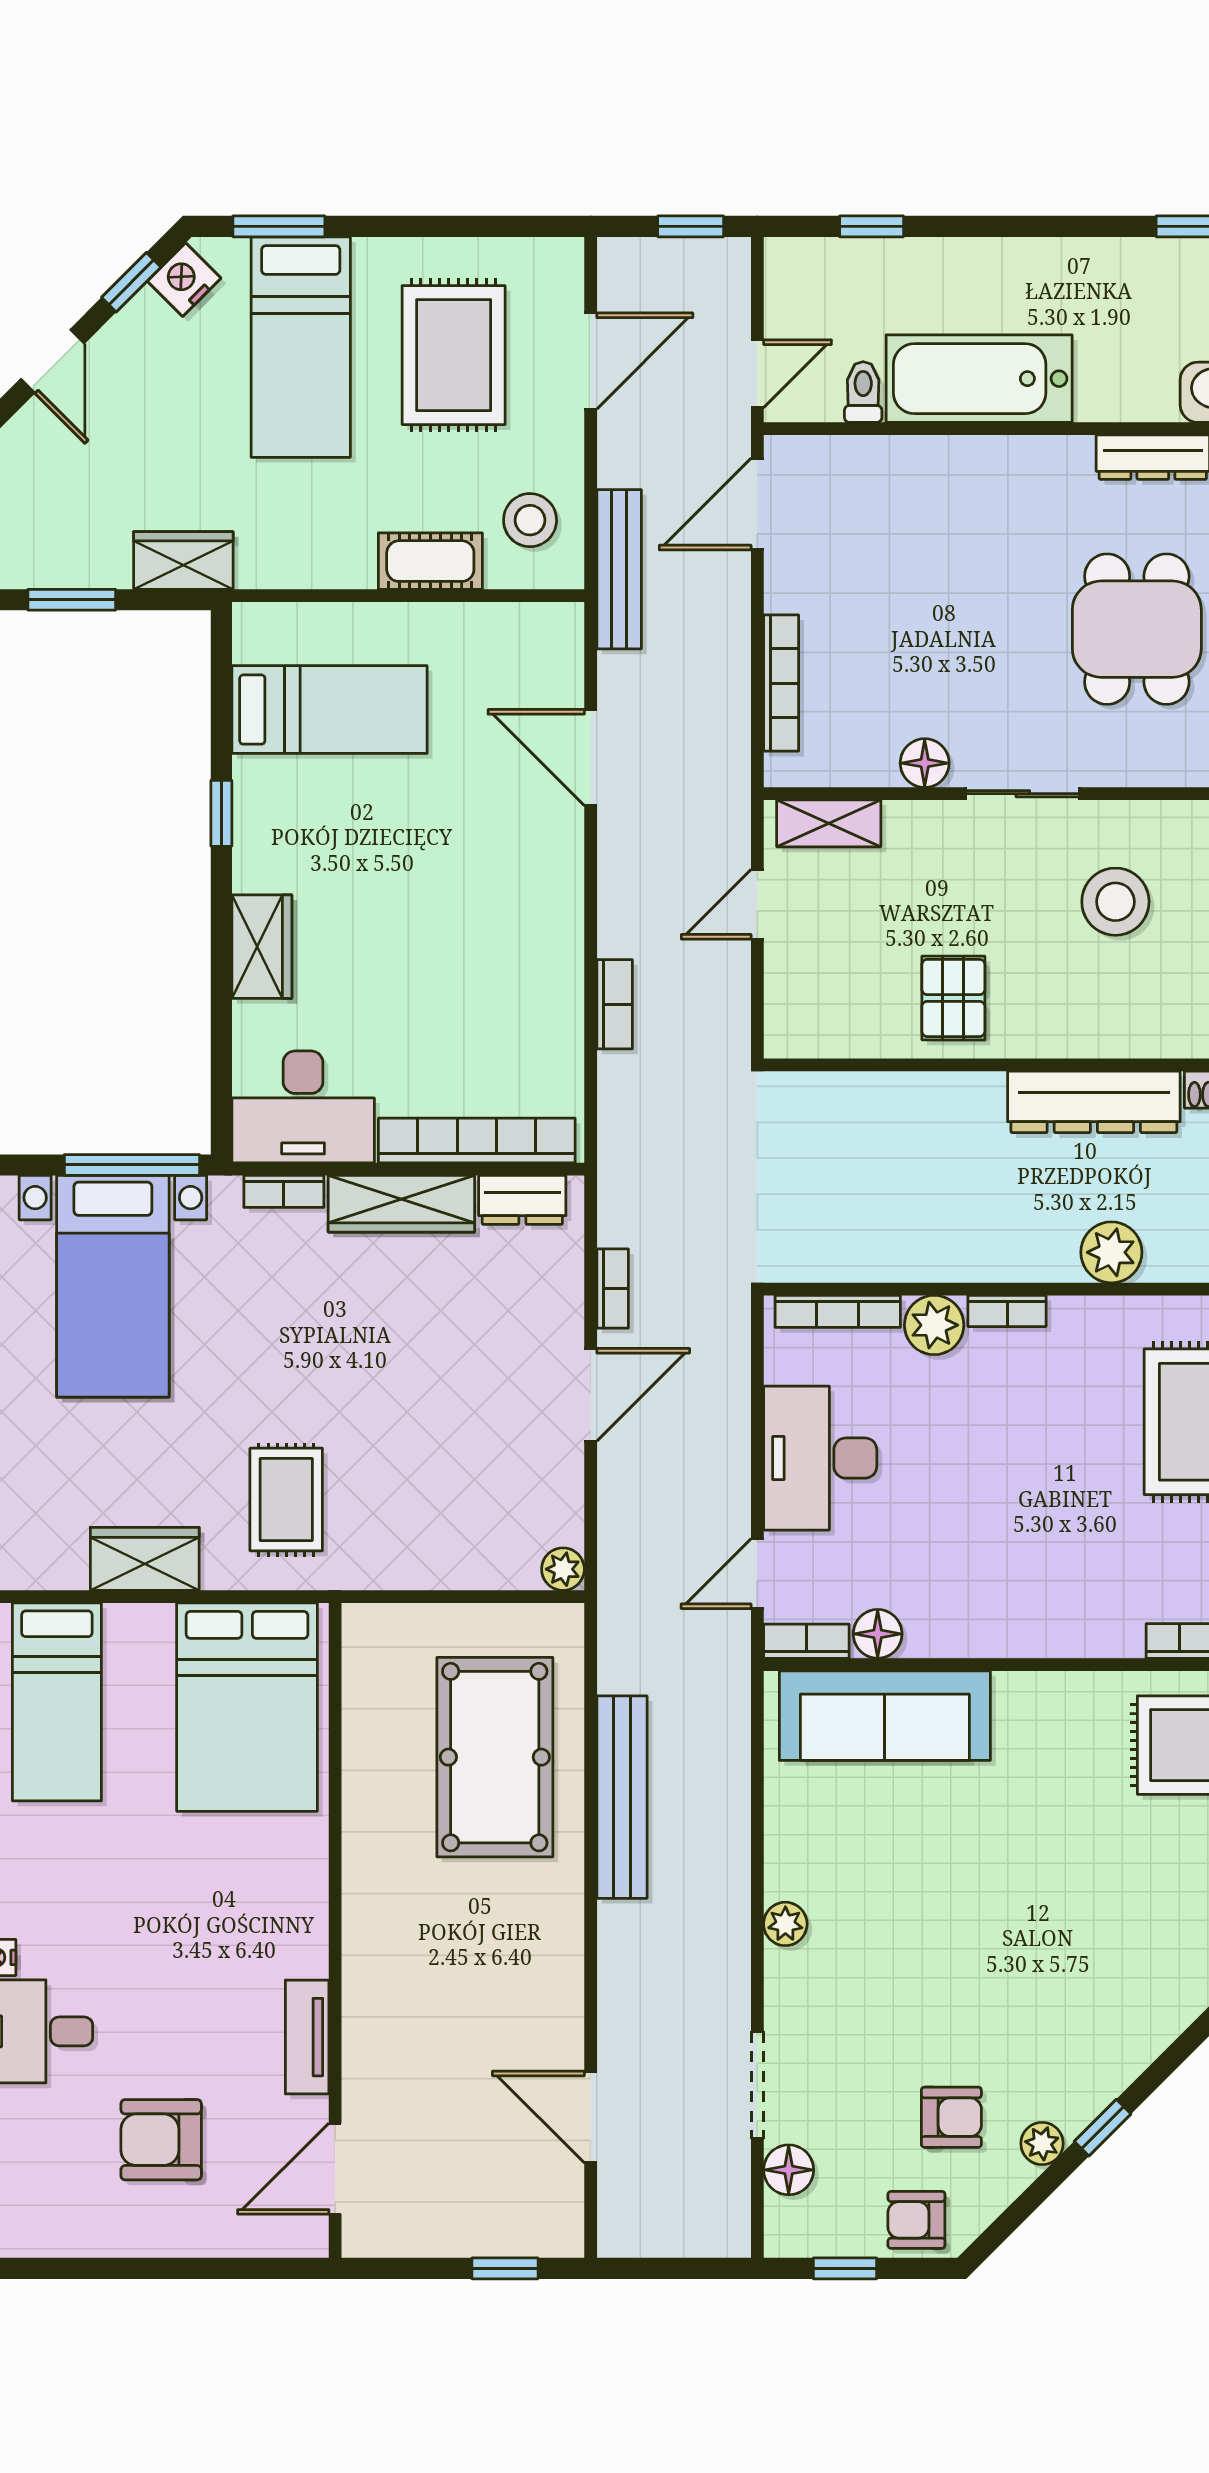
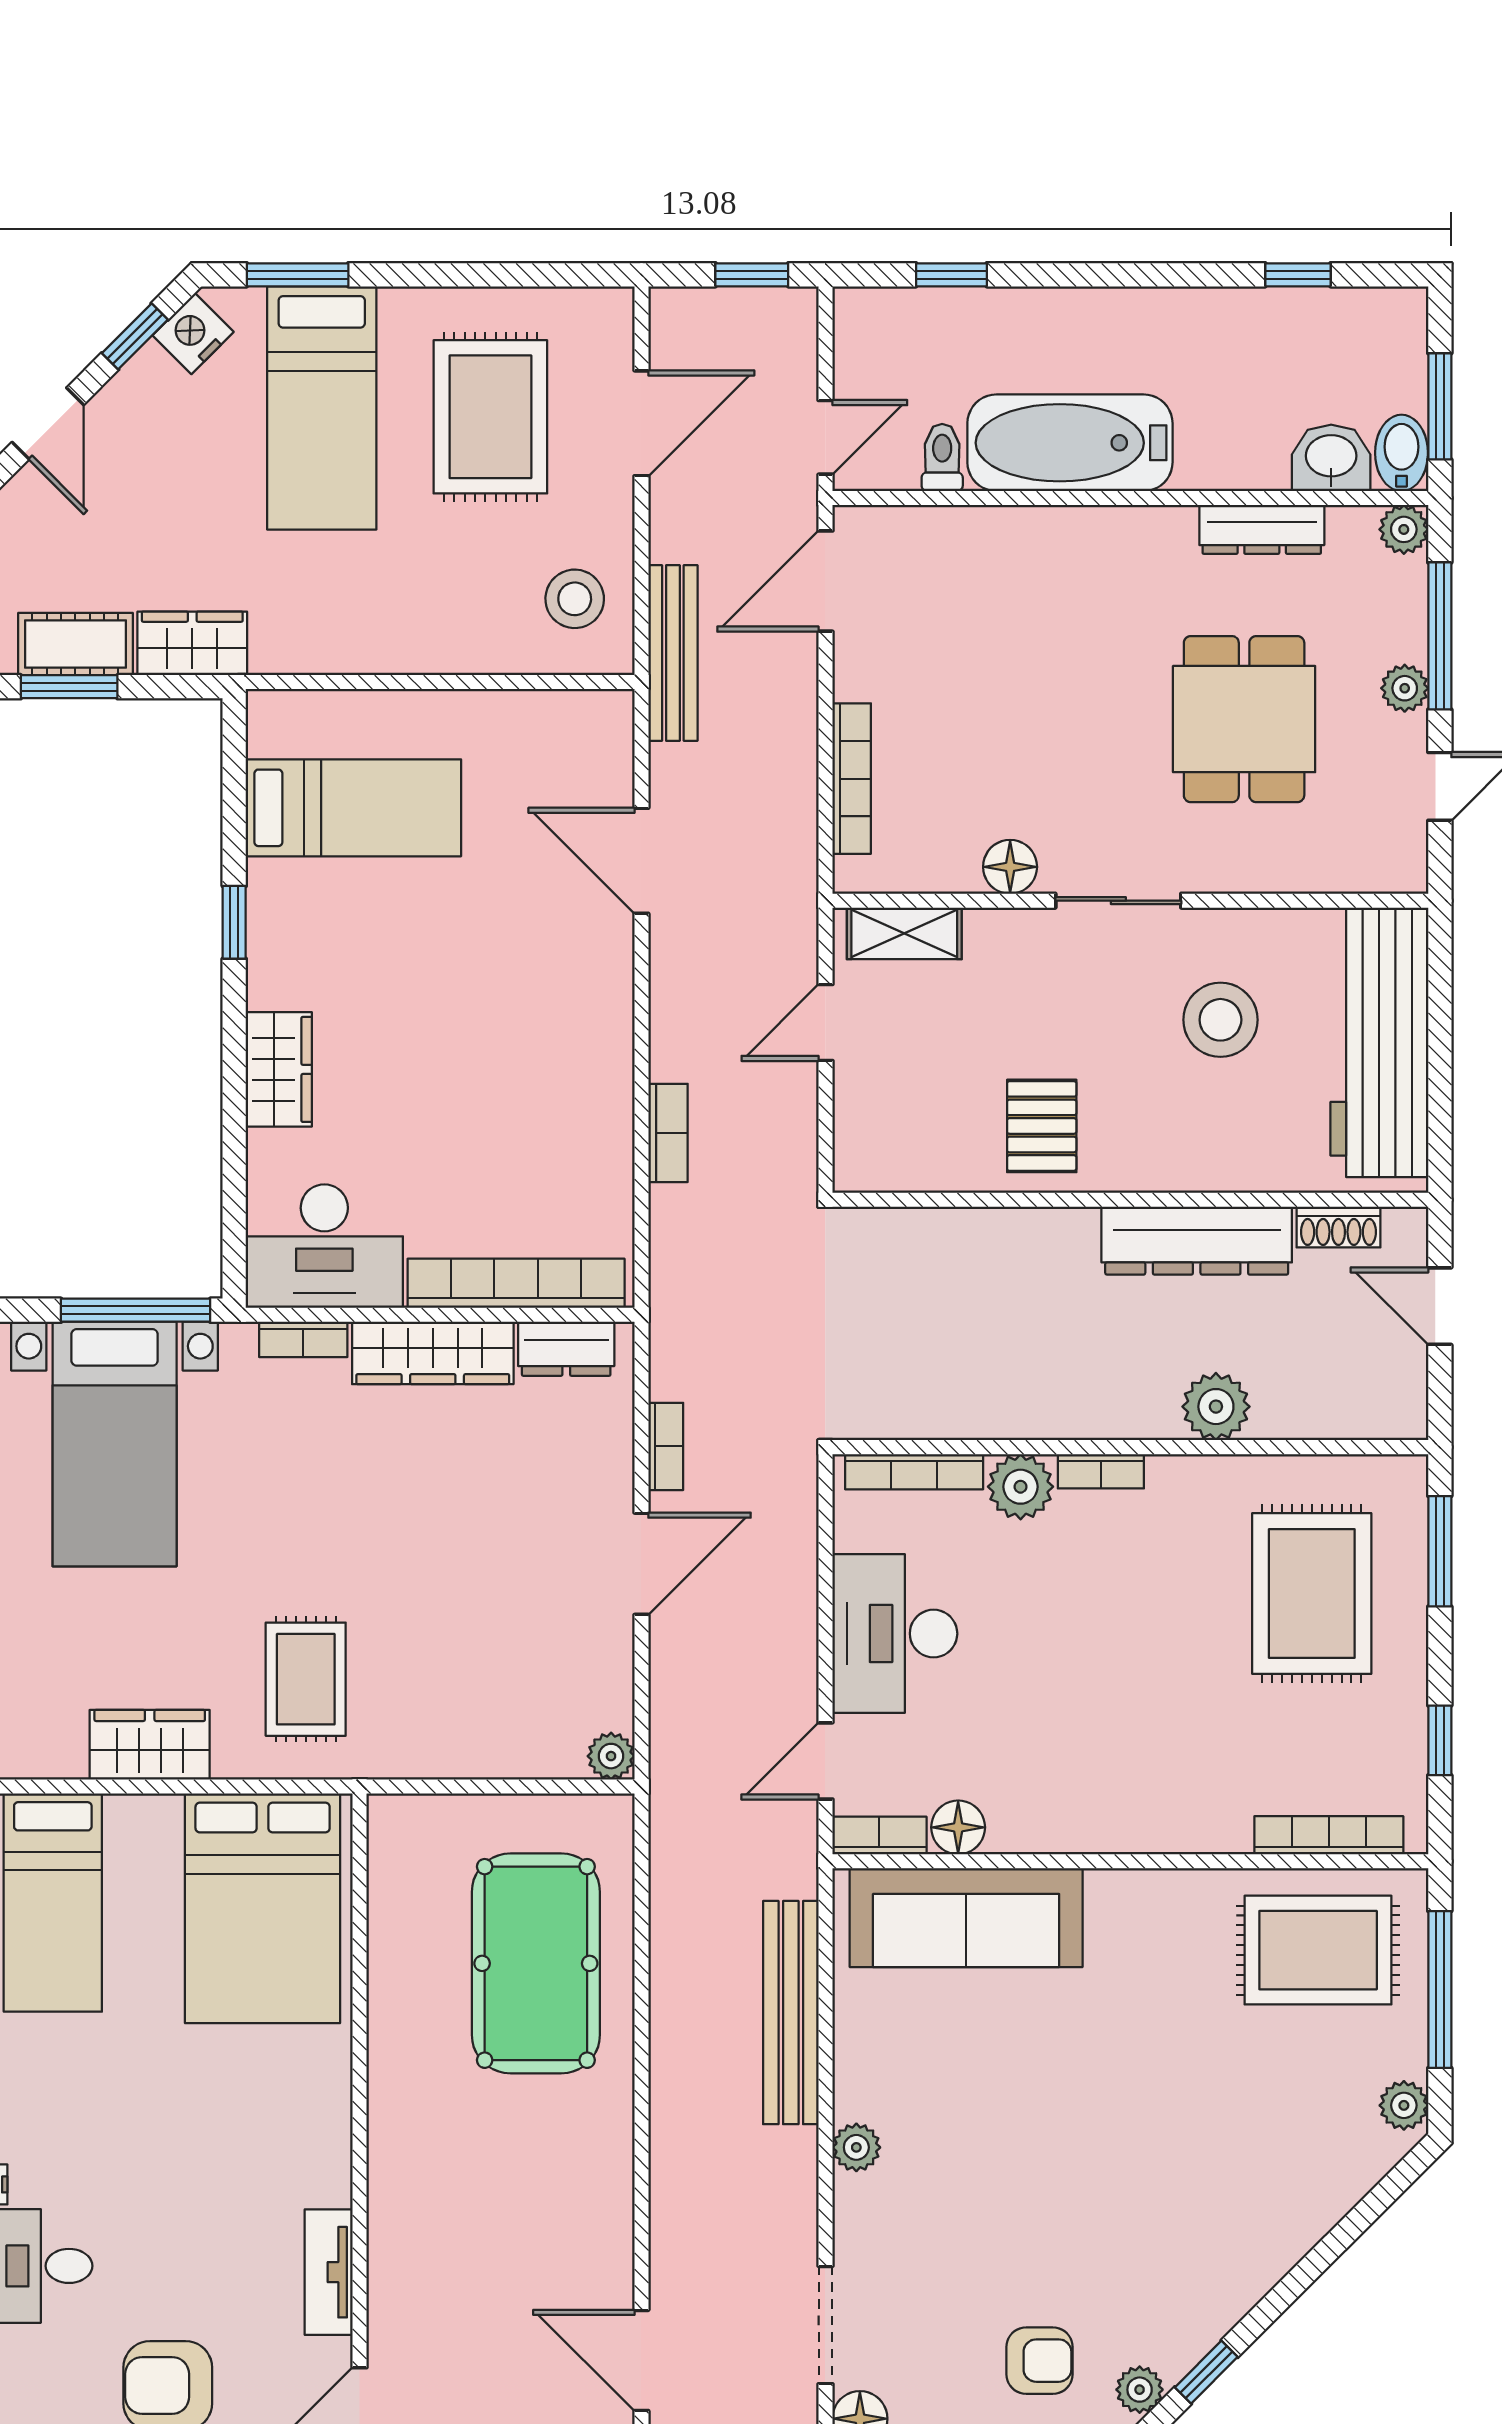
cot: (430, 561) -> (75, 644), moved
bench: (622, 1797) -> (791, 2013), moved

